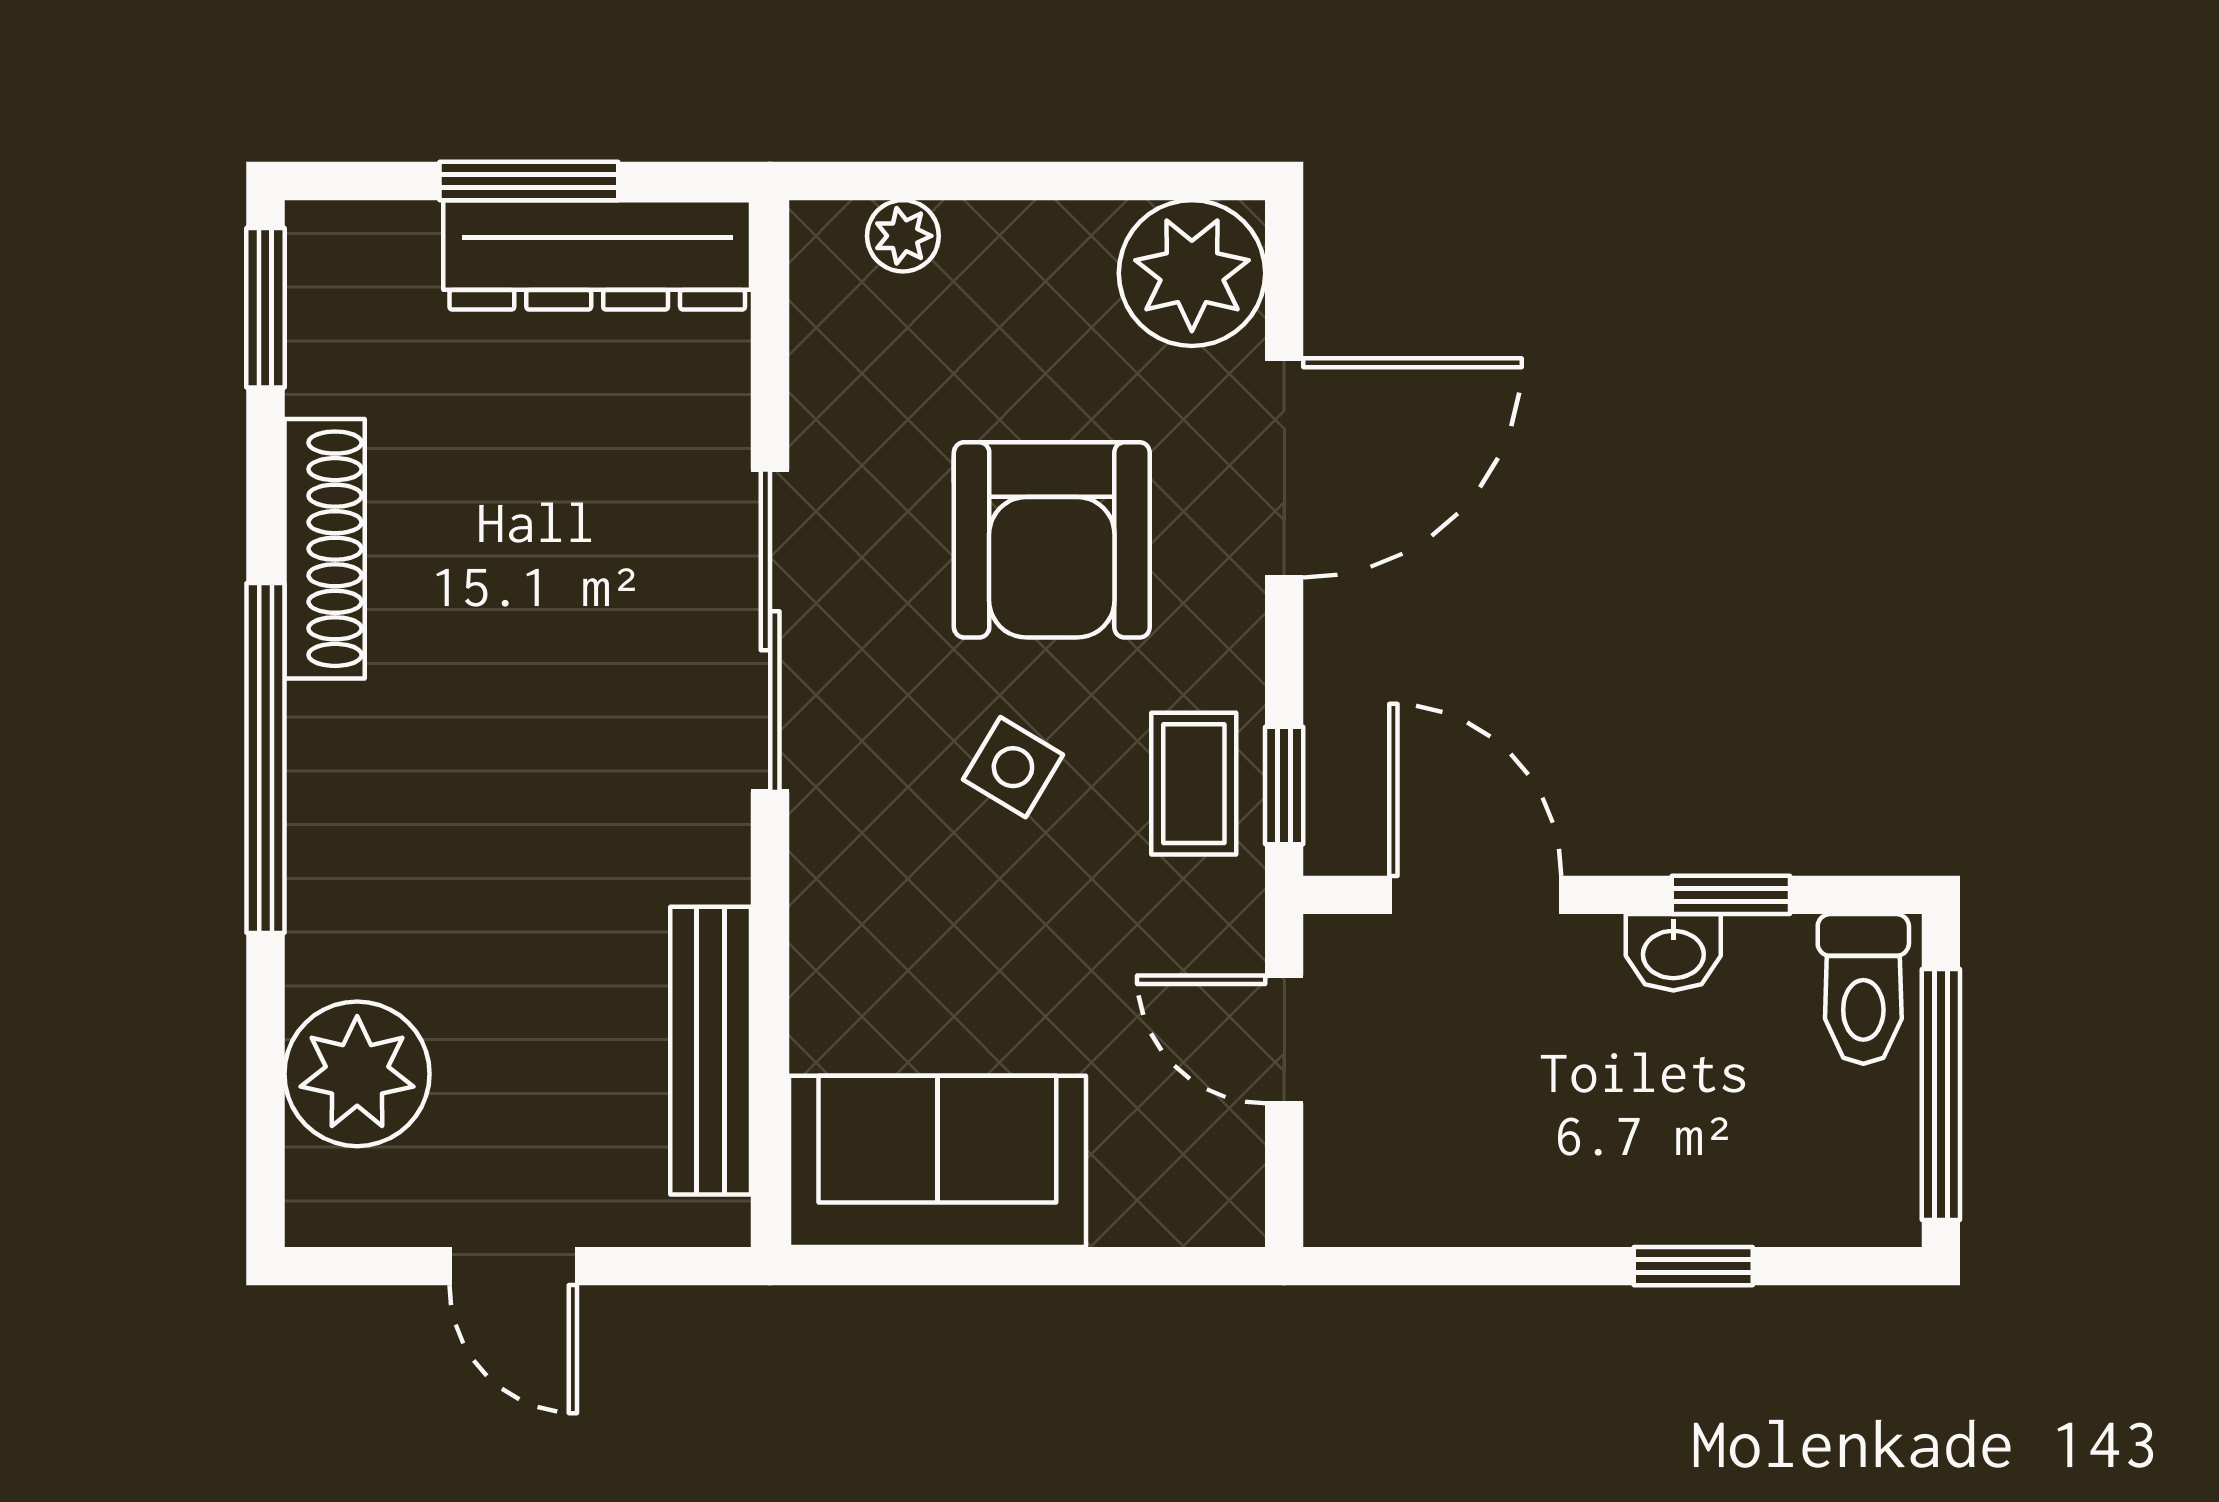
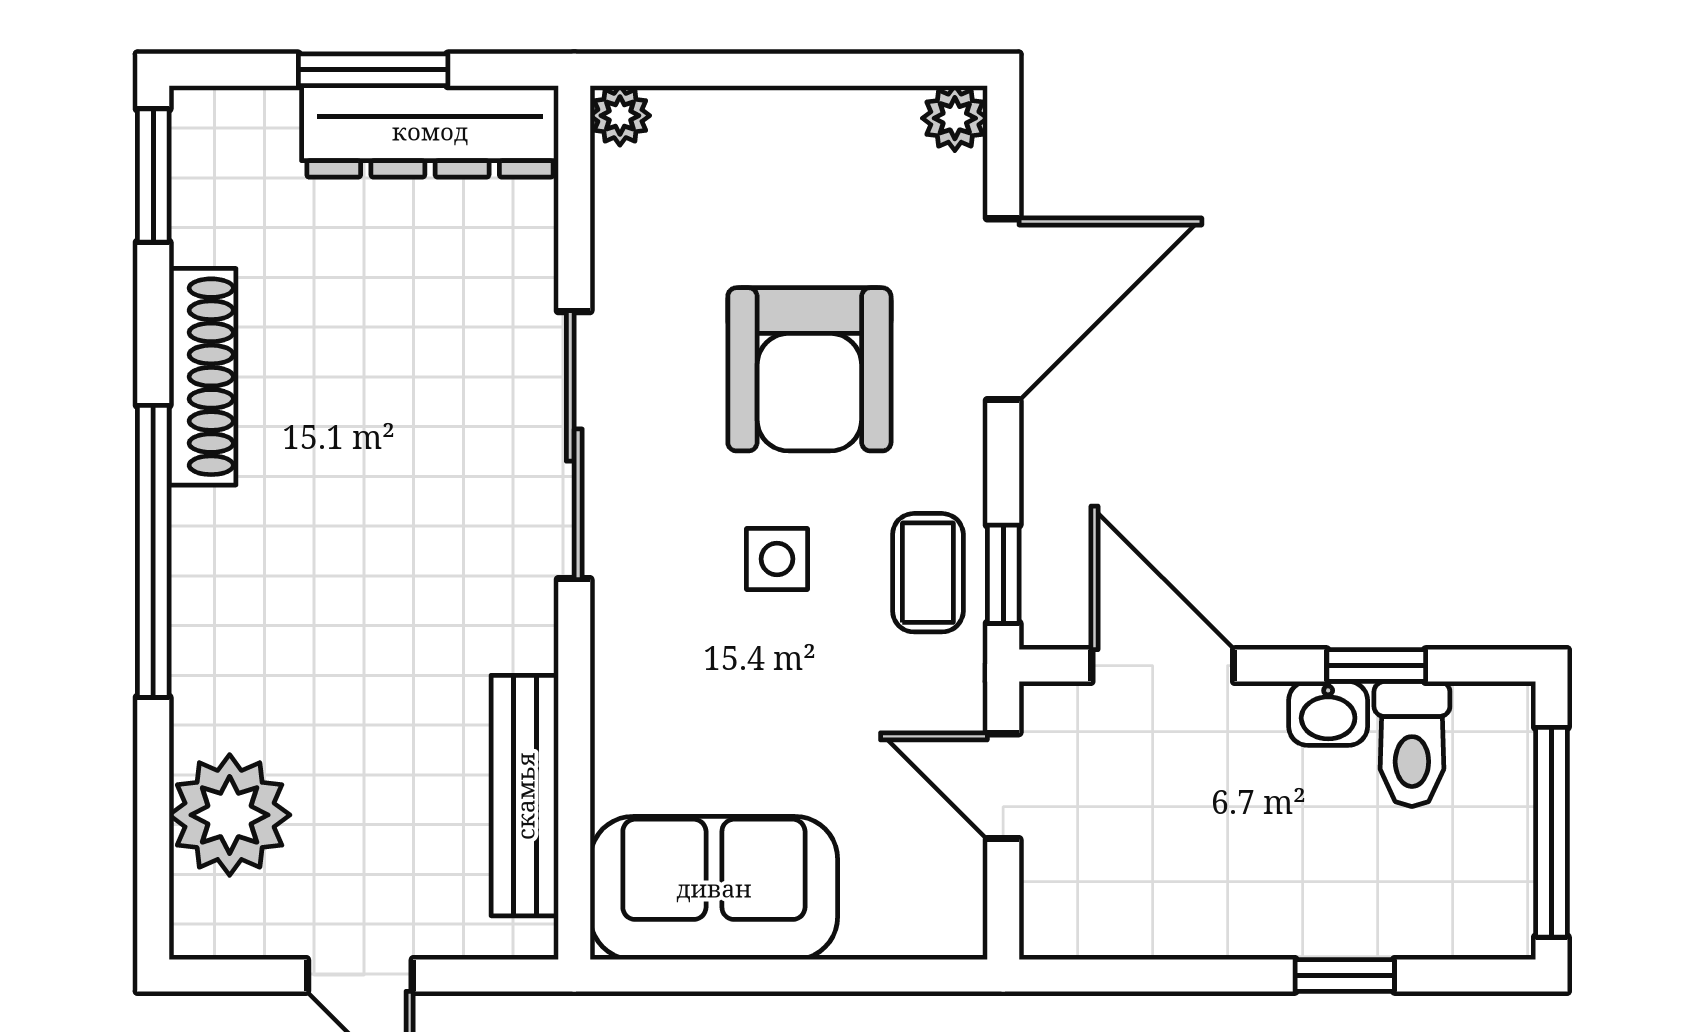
plant: (903, 236) -> (620, 116), moved
plant: (1192, 273) -> (955, 118), width x0.53, depth x0.53
side table: (1013, 767) -> (777, 559), turned -31
toilet: (1863, 989) -> (1412, 744), moved

